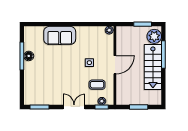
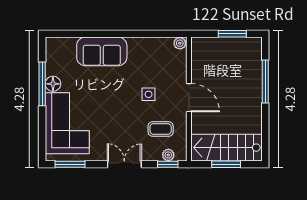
plant: (154, 36) -> (251, 53), removed
door: (115, 65) -> (189, 98), hinge flipped
stairs: (153, 67) -> (226, 148), moved, turned 90
corner sofa: (38, 81) -> (67, 123), added

